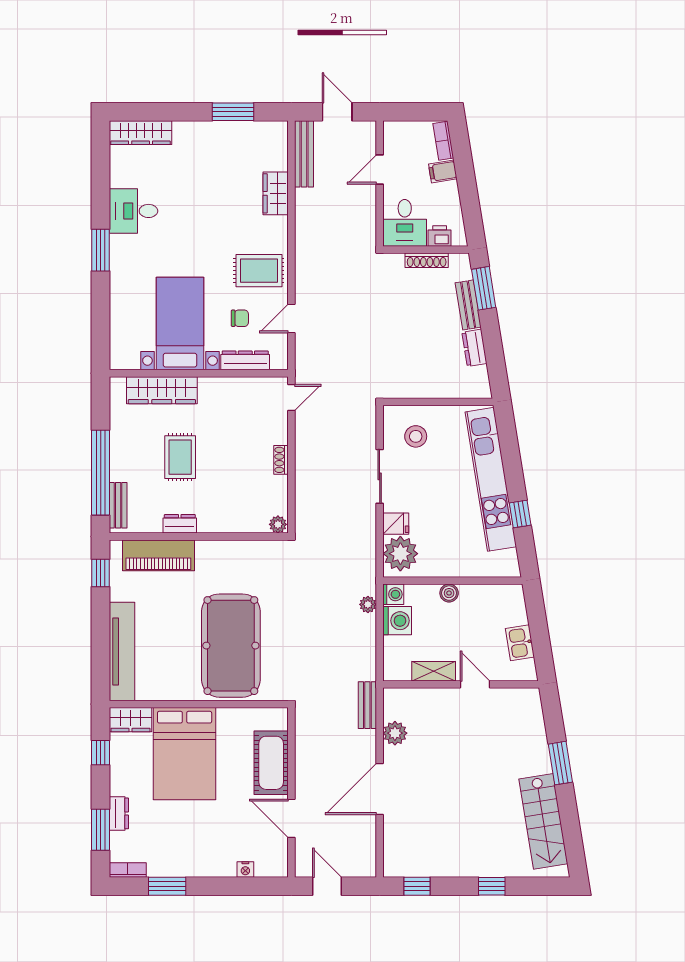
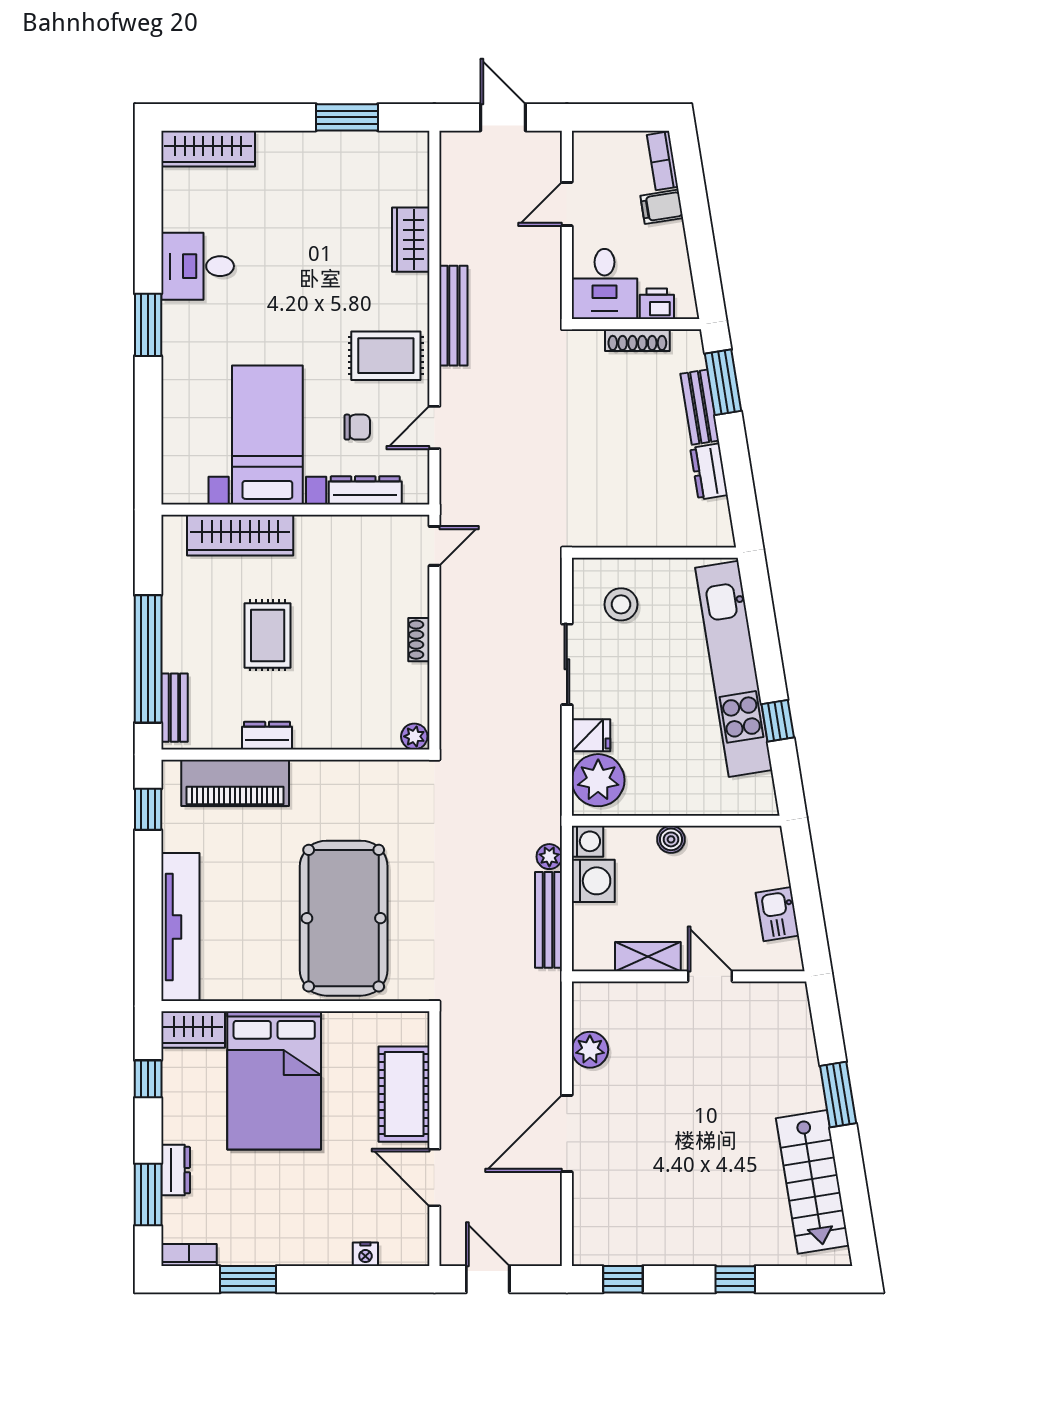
bench: (304, 154) -> (453, 316), moved
bench: (367, 705) -> (548, 920), moved, width x1.36

